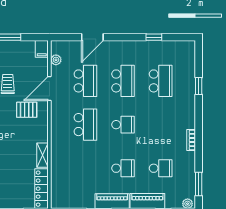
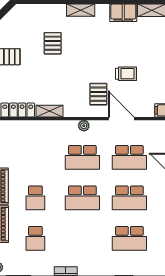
plant: (56, 60) -> (84, 126), moved
school desk: (123, 125) -> (82, 198), width x1.85

